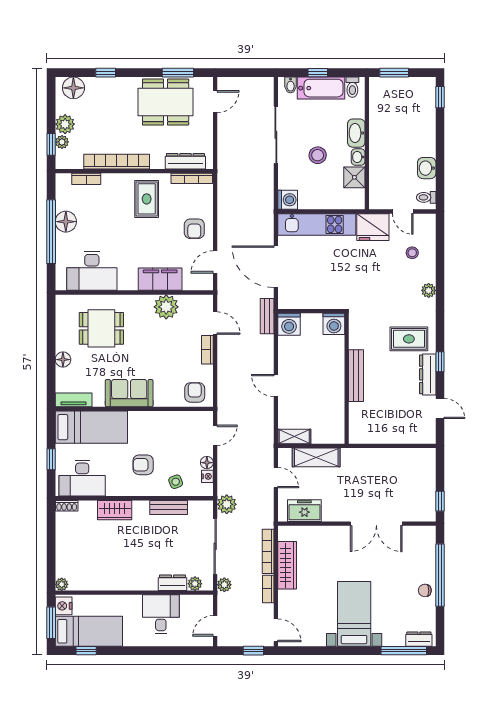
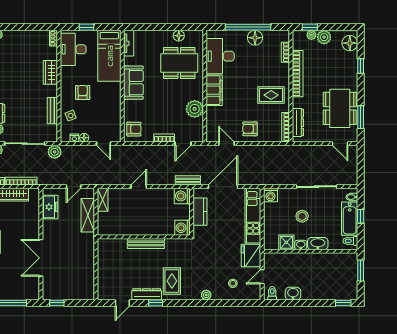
filing cabinet: (160, 279) -> (214, 90), moved
kitchen counter: (311, 299) -> (200, 212), added
dining table: (101, 328) -> (179, 63), width x1.38
floor lamp: (63, 360) -> (179, 36), moved

